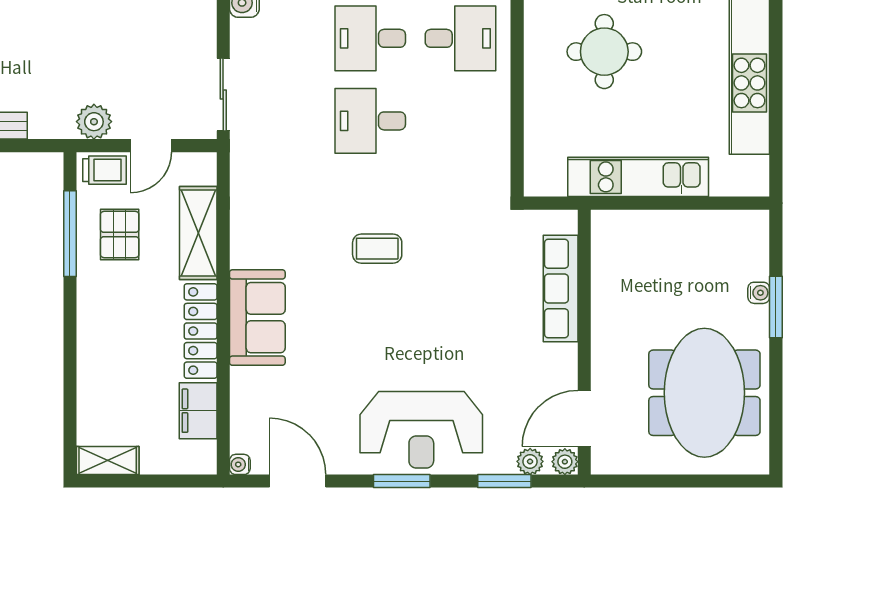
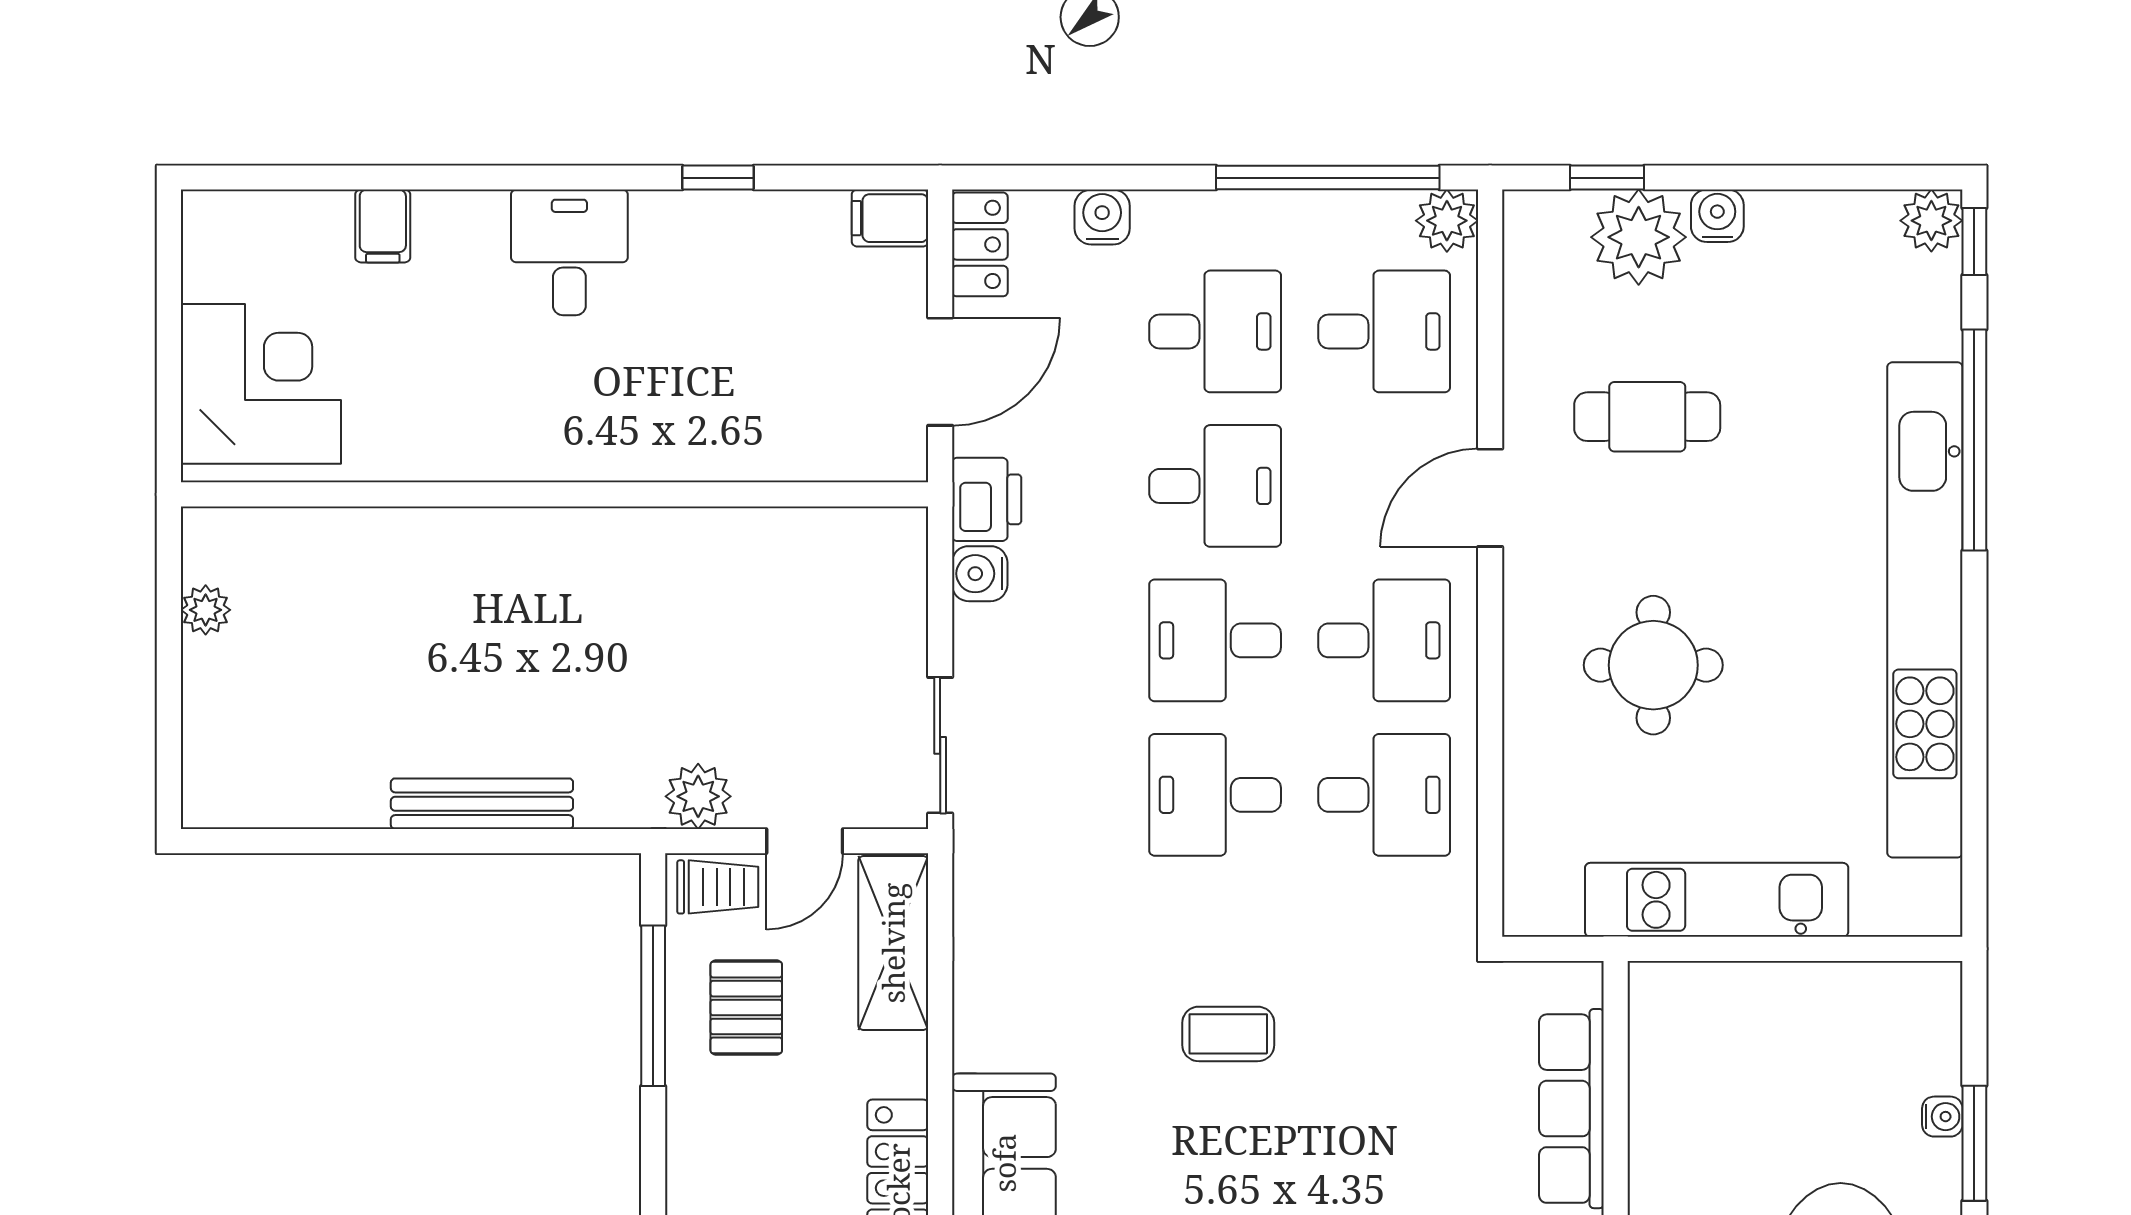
desk: (460, 121) -> (1384, 795), added
shelving: (198, 233) -> (893, 943), moved

